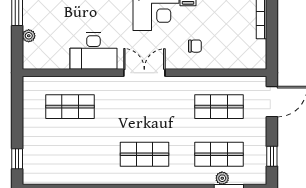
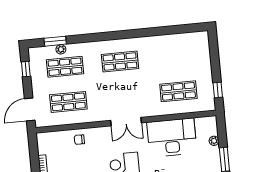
chair: (195, 46) -> (79, 140), moved
desk: (93, 51) -> (172, 138), width x1.36, depth x1.30
window: (17, 159) -> (218, 90), moved

